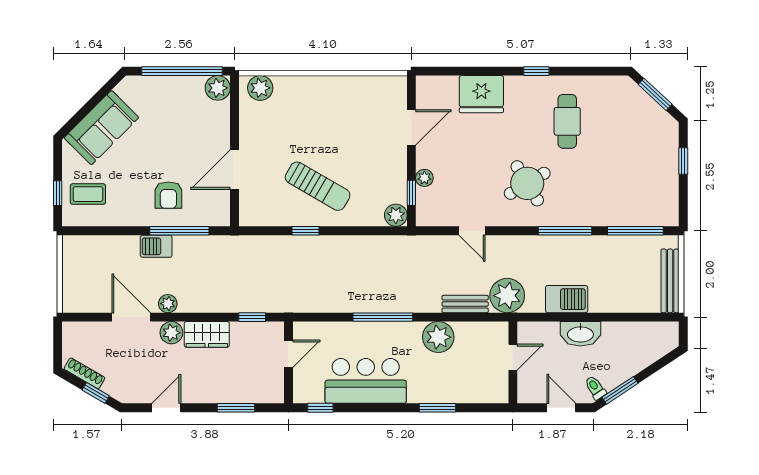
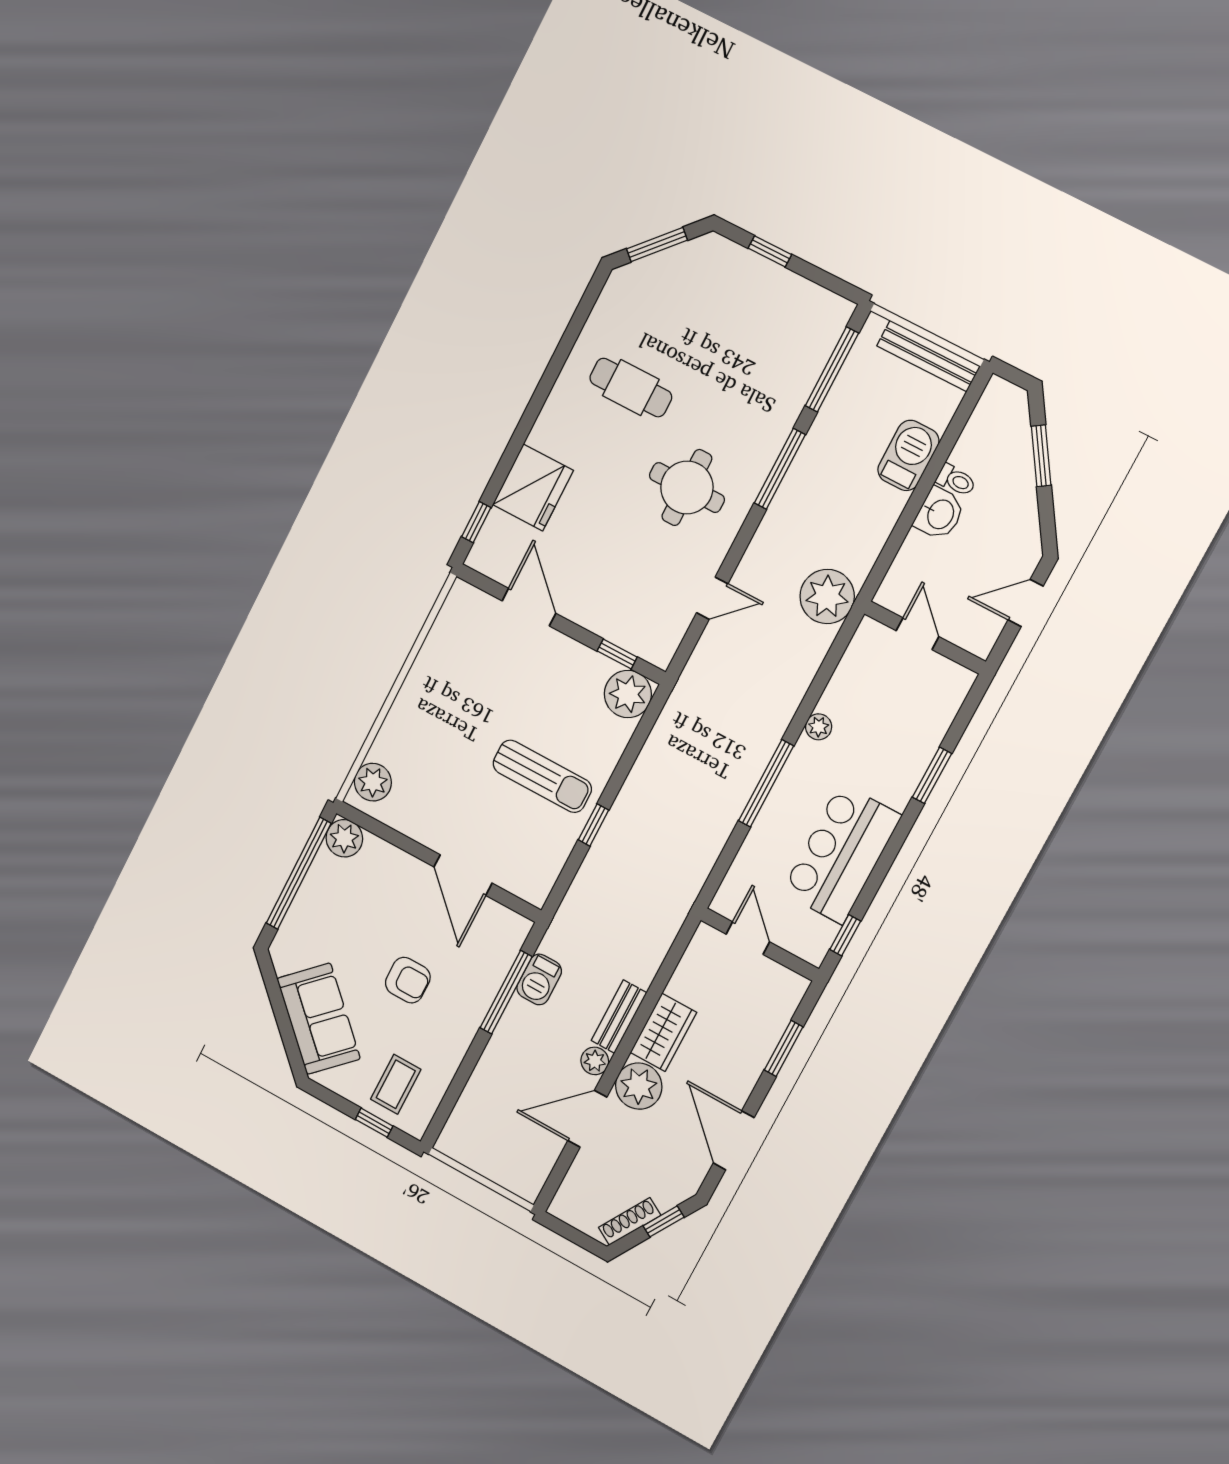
window: (536, 71) -> (476, 522), moved
plant: (424, 178) -> (606, 626), removed
round table: (527, 183) -> (687, 488), turned 31
sun lounger: (318, 186) -> (542, 776), turned 60
armchair: (168, 195) -> (408, 980), moved
plant: (396, 215) -> (628, 694), width x1.36, depth x1.36
barbecue: (156, 246) -> (539, 979), moved
barbecue: (567, 299) -> (908, 455), moved
bench: (465, 304) -> (619, 1017), moved
window: (252, 317) -> (672, 960), removed
plant: (171, 333) -> (639, 1086), width x1.36, depth x1.36
washbasin: (580, 334) -> (940, 514), width x0.72
plant: (438, 337) -> (819, 727), width x0.53, depth x0.53
toilet: (595, 388) -> (956, 480), moved, turned -147
window: (620, 390) -> (1041, 456), moved
door: (166, 408) -> (734, 1140), width x1.38

